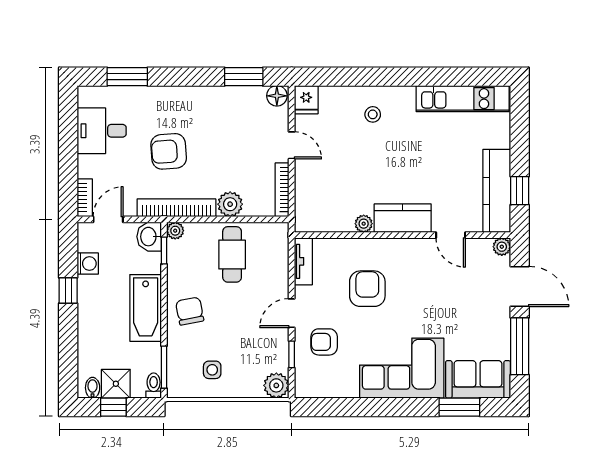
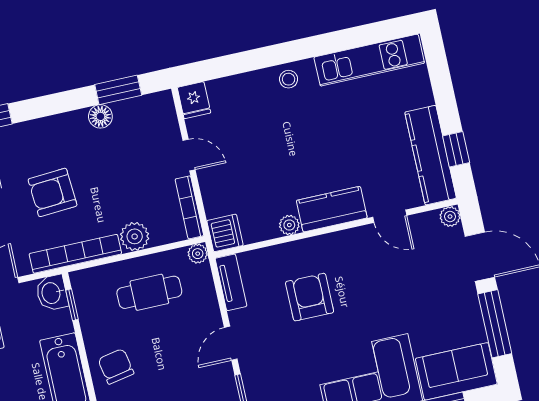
floor lamp: (277, 96) -> (100, 116), moved
stool: (373, 114) -> (289, 79), moved
dishwasher: (308, 218) -> (225, 233), added
plant: (175, 231) -> (198, 254), moved
cafe table: (232, 254) -> (149, 292), turned 90
armchair: (324, 342) -> (274, 368), removed

